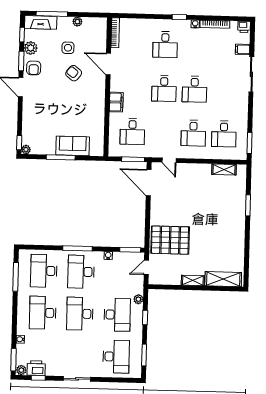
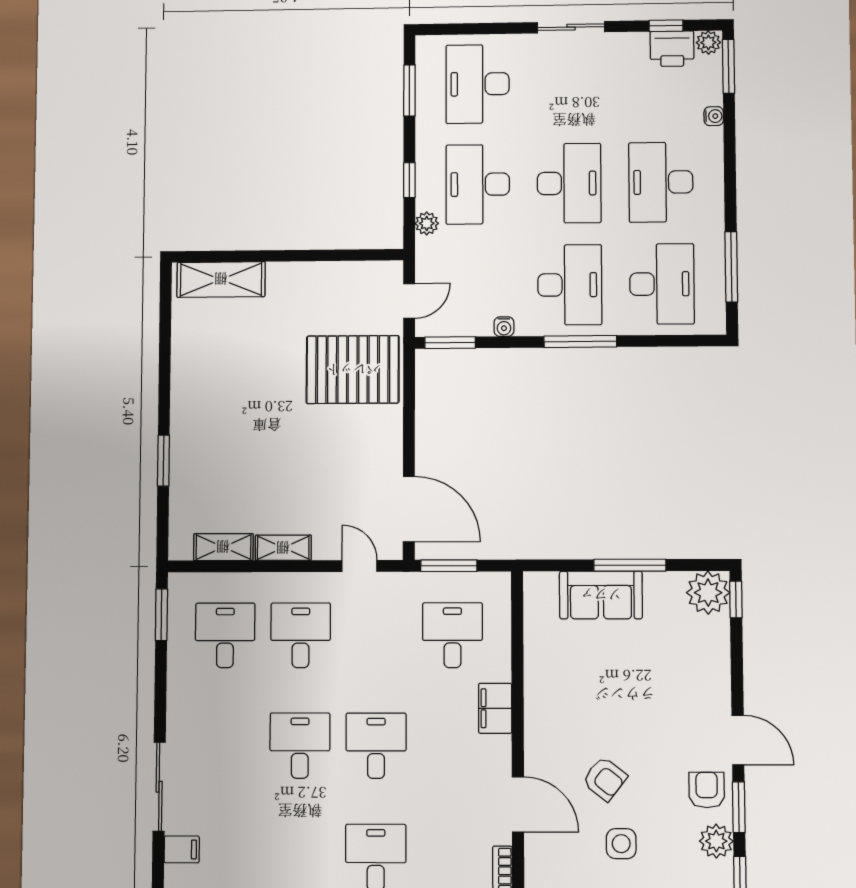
plant: (26, 150) -> (708, 593), width x1.88, depth x1.88
shelving: (193, 280) -> (283, 548), moved
desk: (43, 313) -> (661, 182), turned 180

